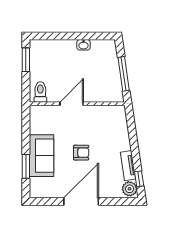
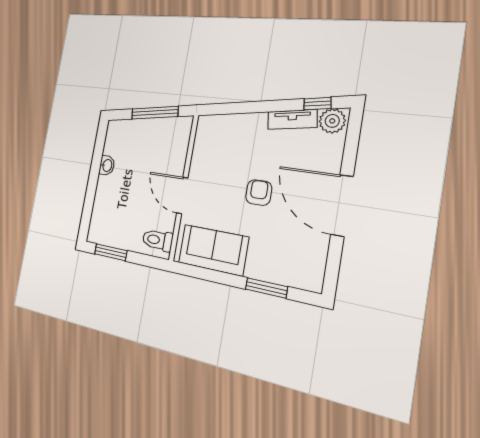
sofa: (41, 156) -> (213, 250), moved

